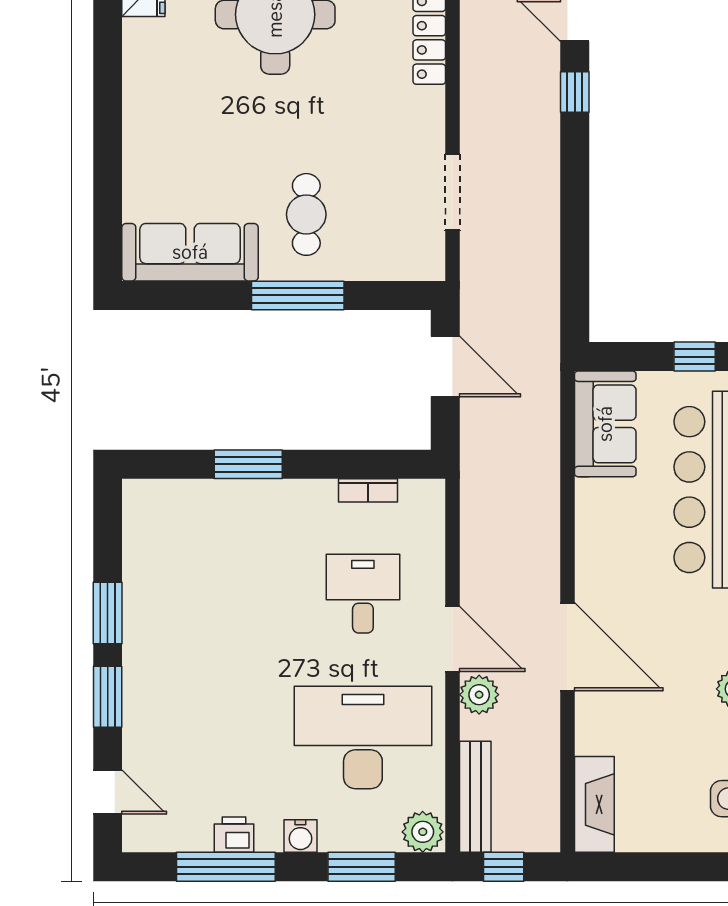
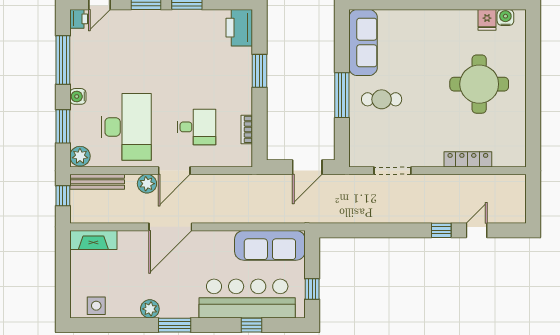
sofa: (605, 424) -> (270, 245), width x1.36
printer: (160, 506) -> (239, 28), added
printer: (234, 835) -> (79, 19), moved

